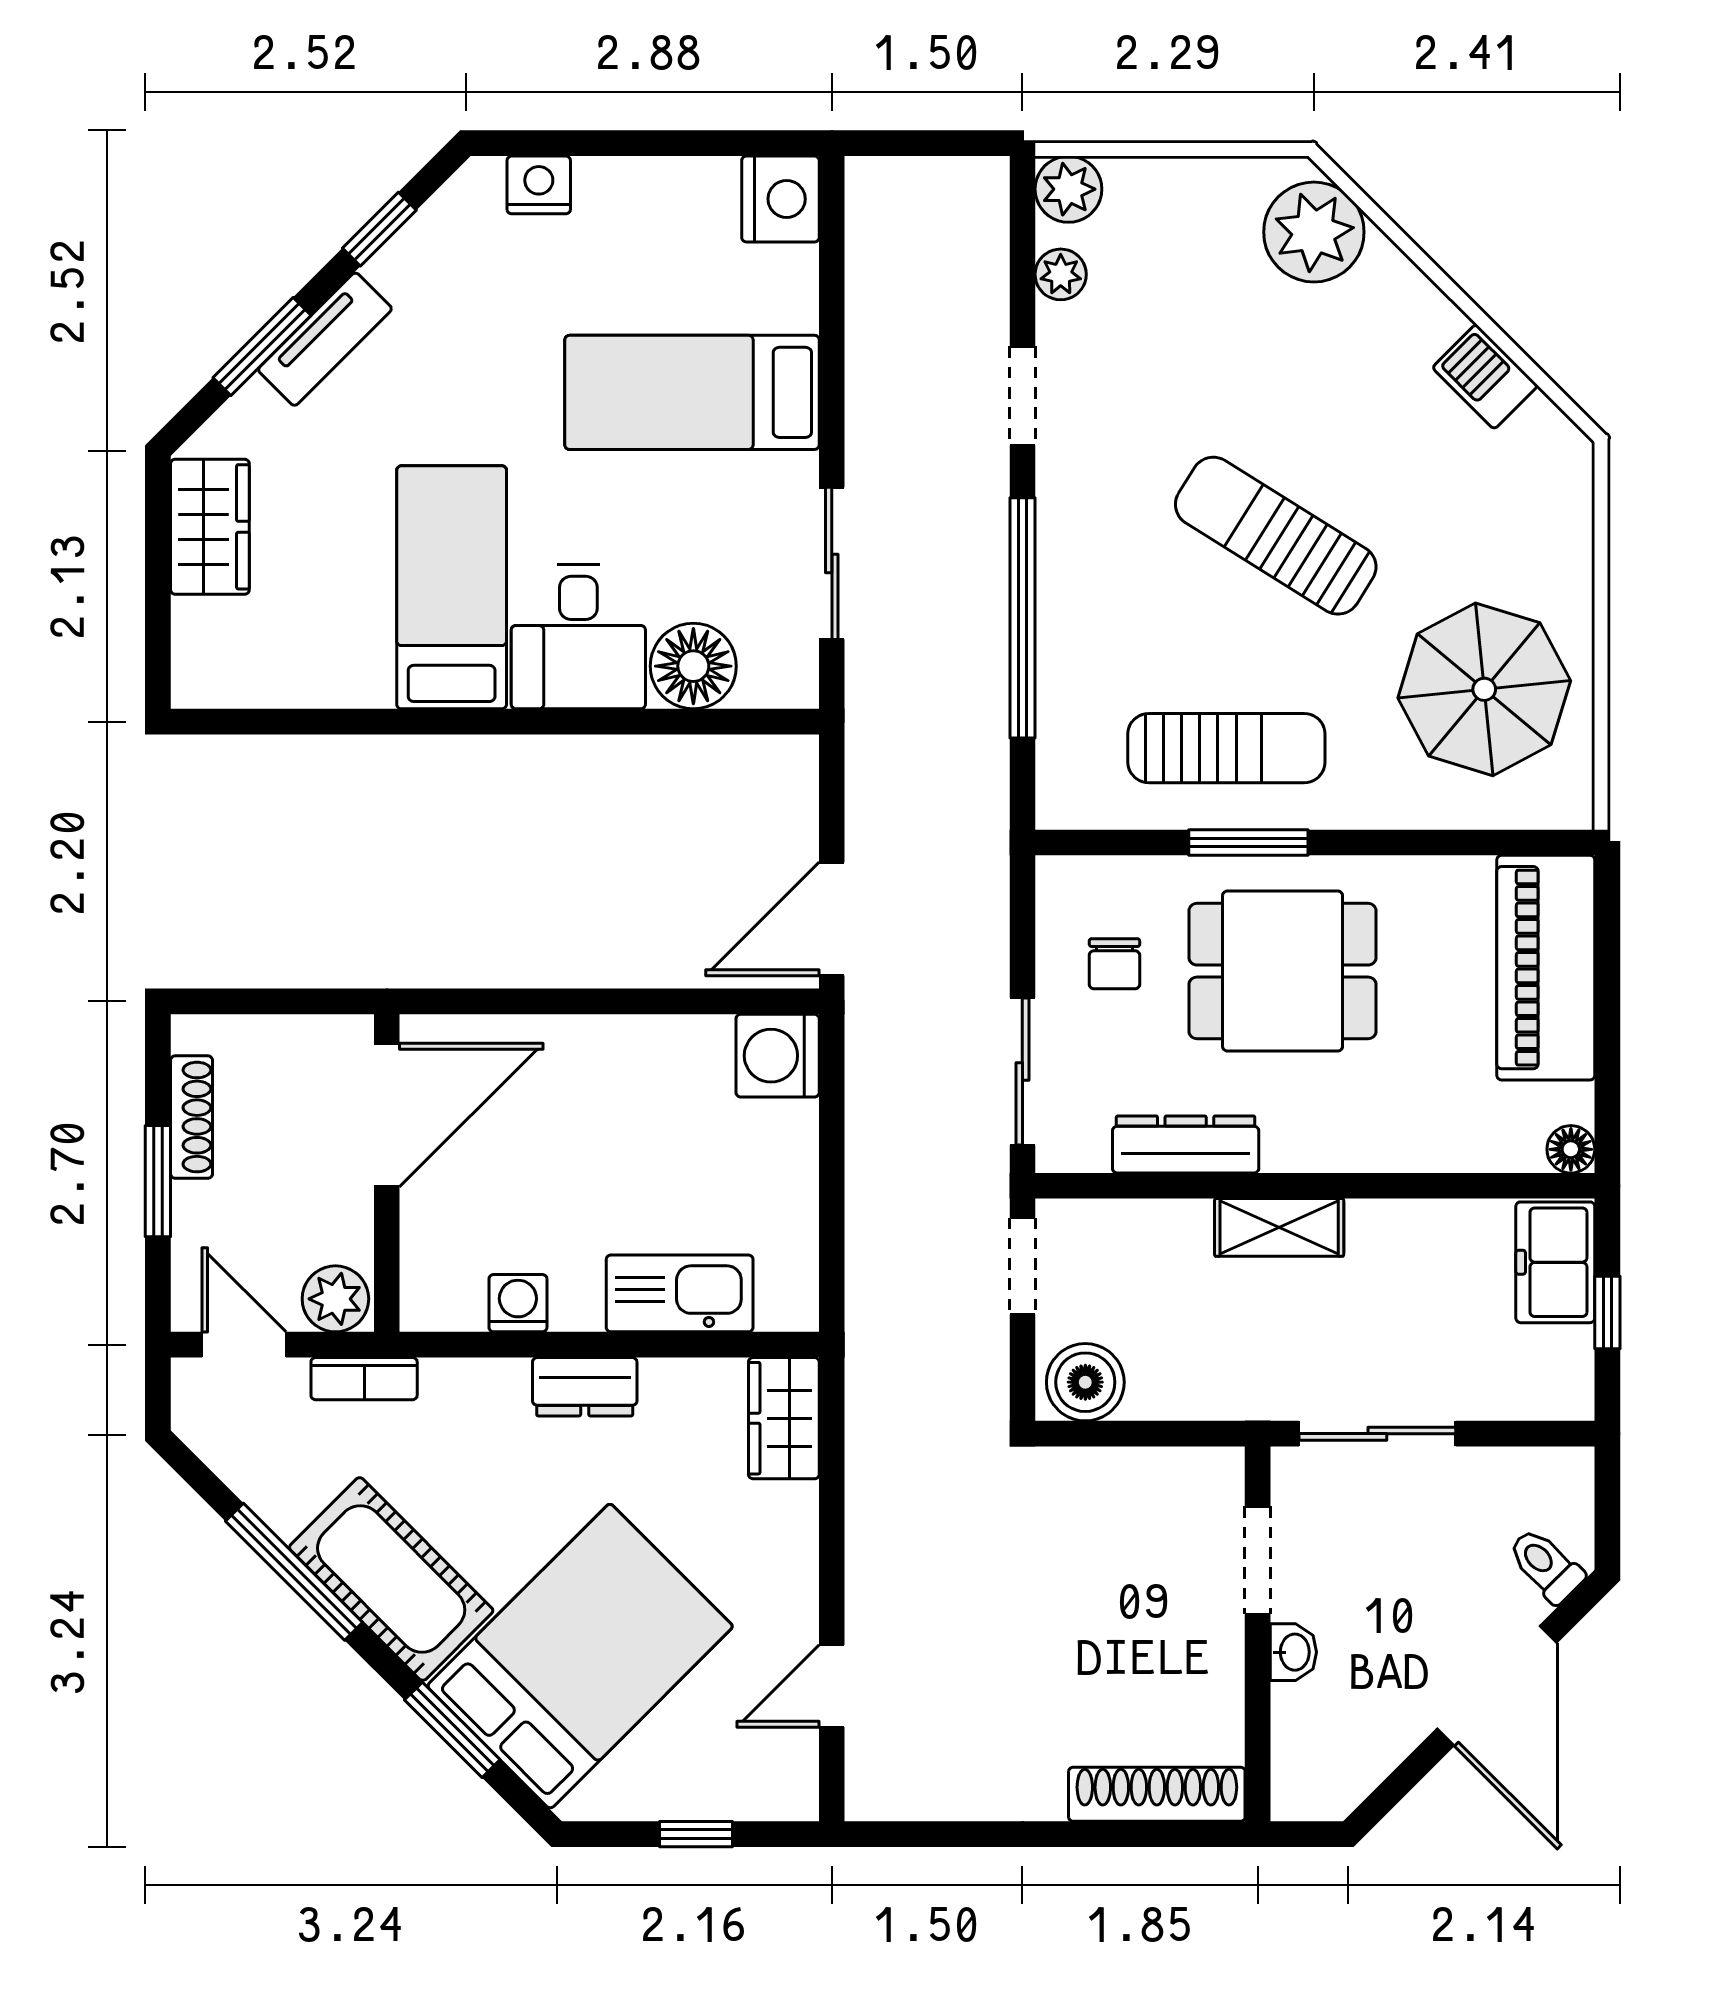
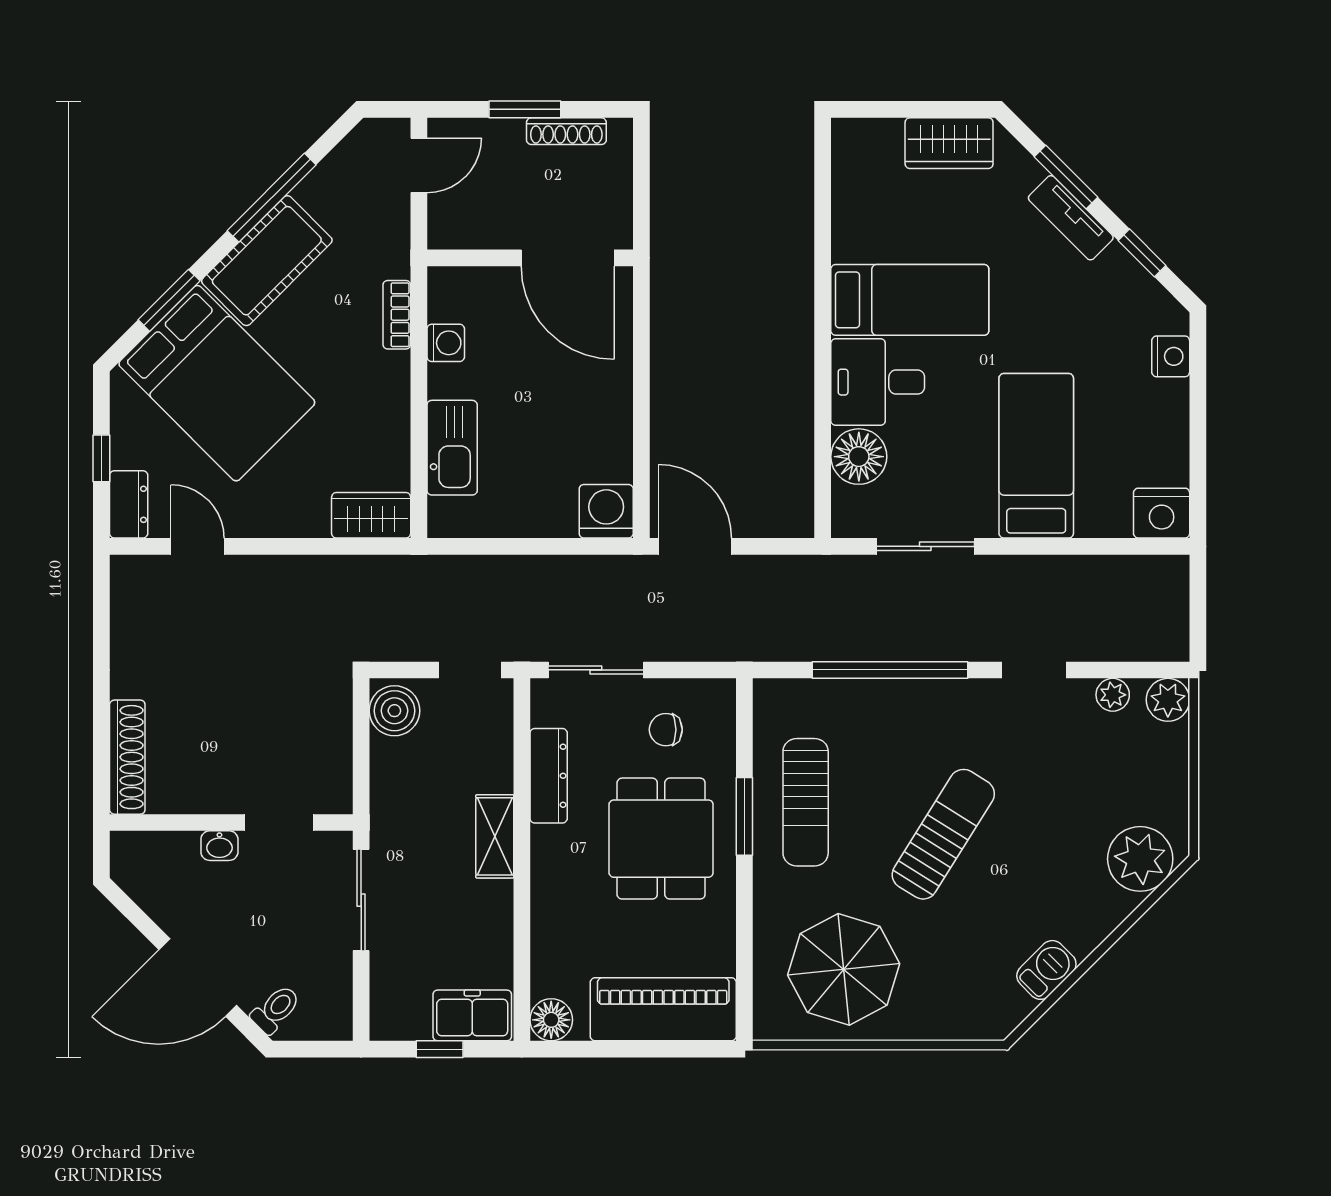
floor lamp: (1571, 1149) -> (551, 1020), width x1.37, depth x1.37
plant: (335, 1299) -> (448, 225), removed
bookcase: (364, 1379) -> (397, 315), moved
dresser: (585, 1387) -> (129, 504), moved, turned 180

